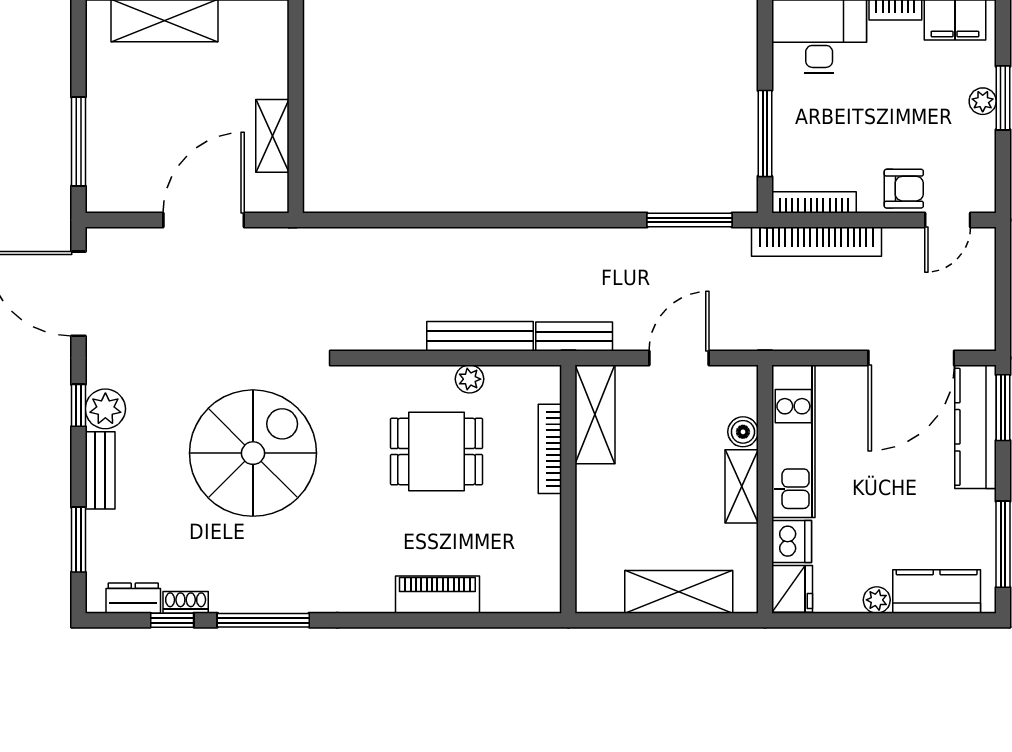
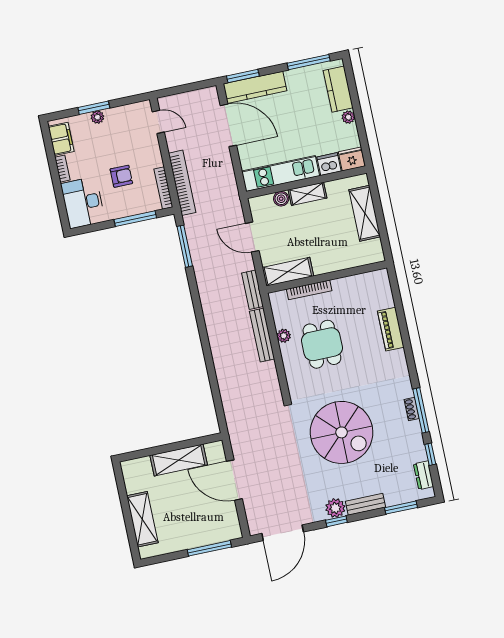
shelving: (272, 136) -> (179, 460), width x1.50, depth x1.33
armchair: (904, 189) -> (121, 176), moved, turned 90
spiral stairs: (253, 453) -> (342, 432), turned 180
shoe rack: (186, 602) -> (412, 409), moved

